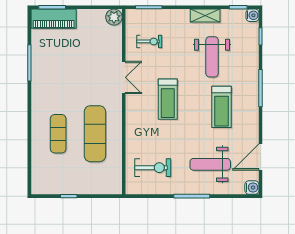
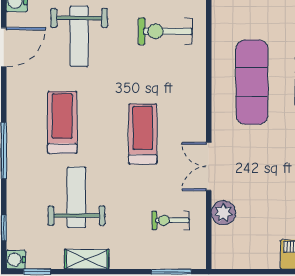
plant: (114, 17) -> (223, 213), moved
weight bench: (210, 164) -> (79, 36), turned 90

